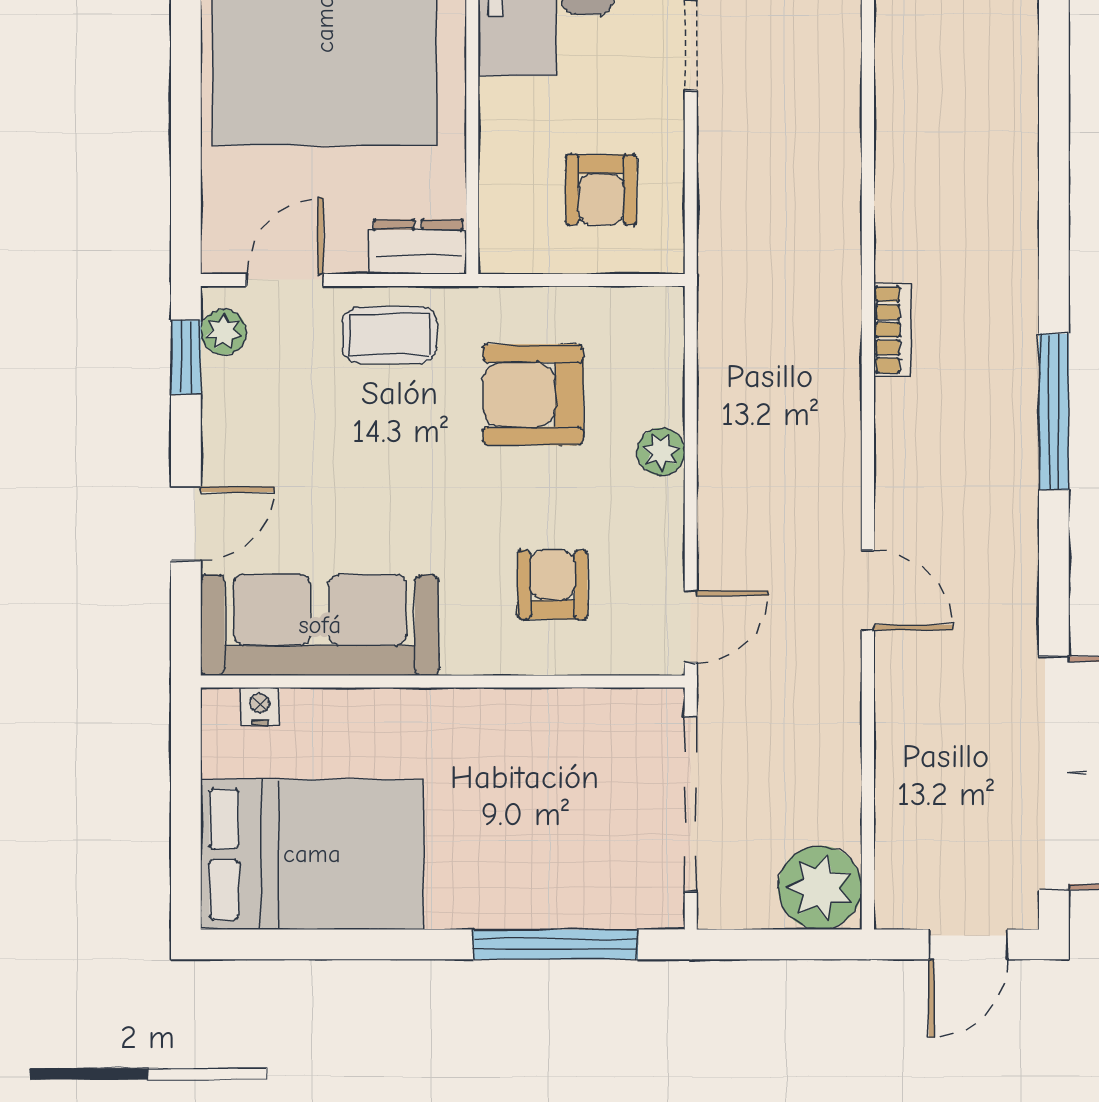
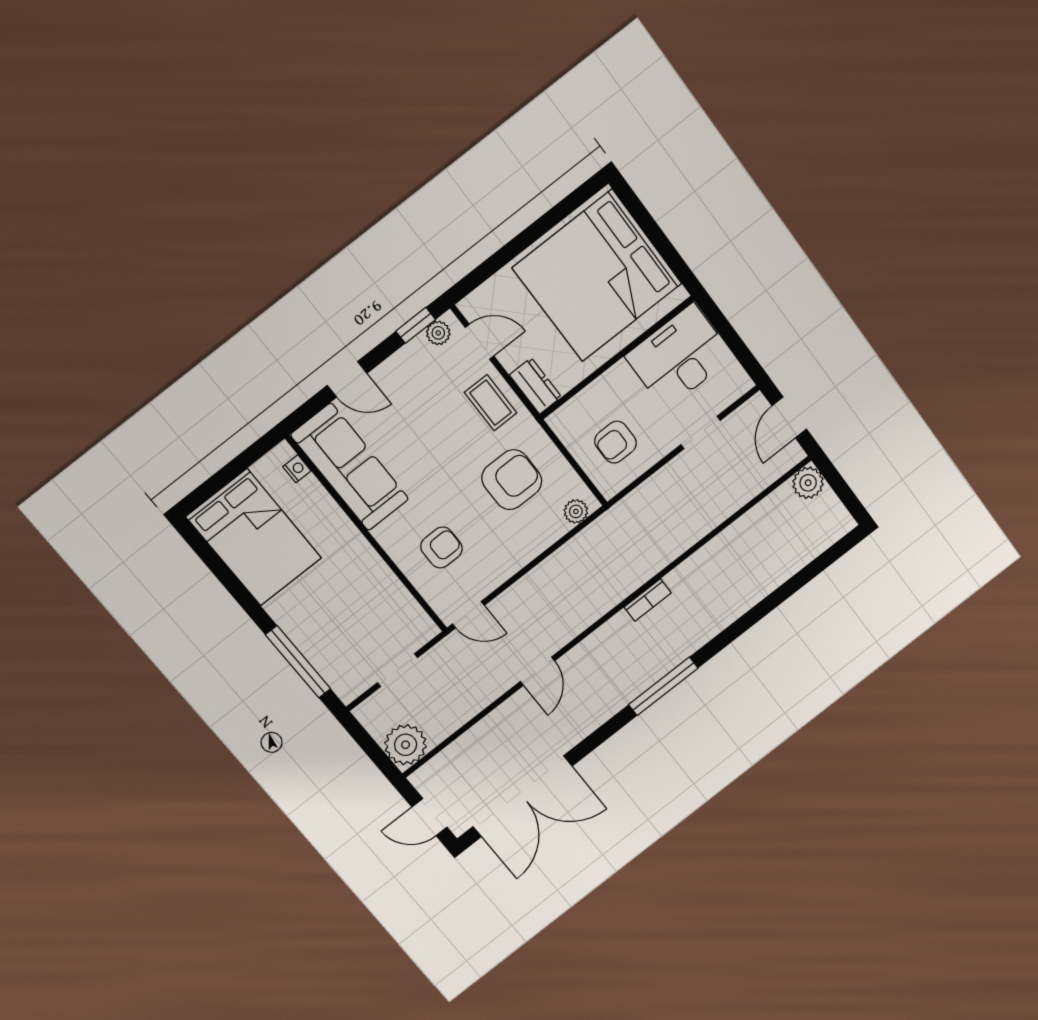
armchair: (533, 395) -> (512, 480), turned 90
plant: (661, 452) -> (576, 511), moved
doorway: (691, 805) -> (397, 670), width x0.53

